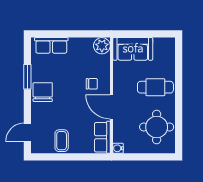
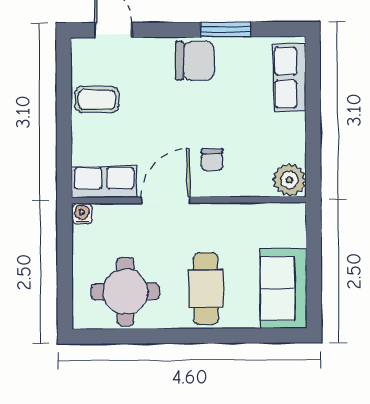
sofa: (133, 49) -> (284, 288), moved

